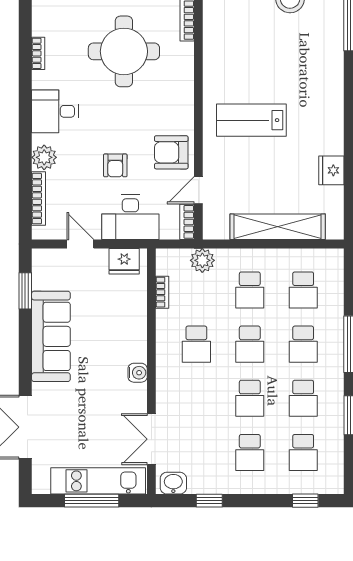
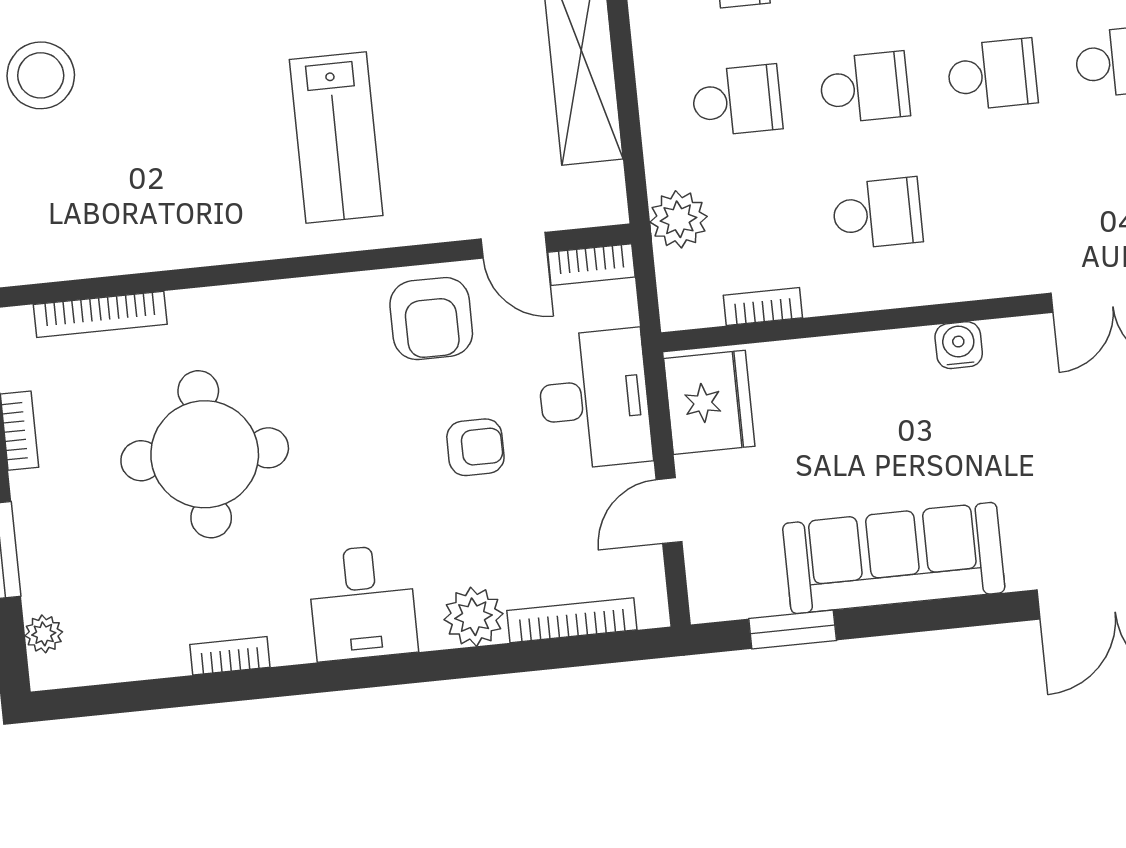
fridge: (124, 261) -> (709, 402), width x1.36, depth x1.34

